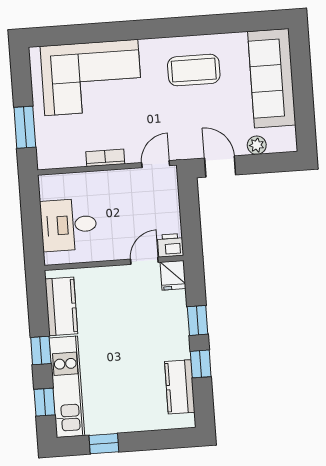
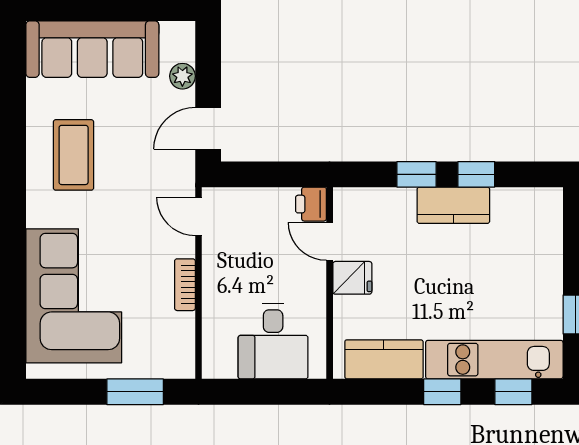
fridge: (173, 275) -> (352, 278), moved
kitchen counter: (180, 387) -> (453, 205), moved

